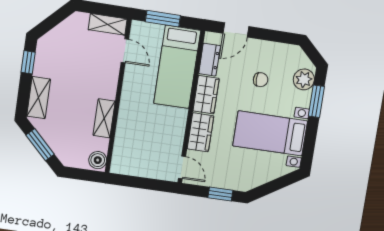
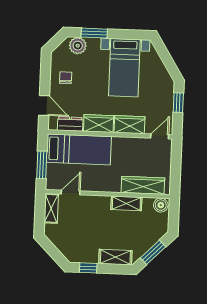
chair: (261, 80) -> (66, 78), moved
wardrobe: (124, 141) -> (143, 185), added

